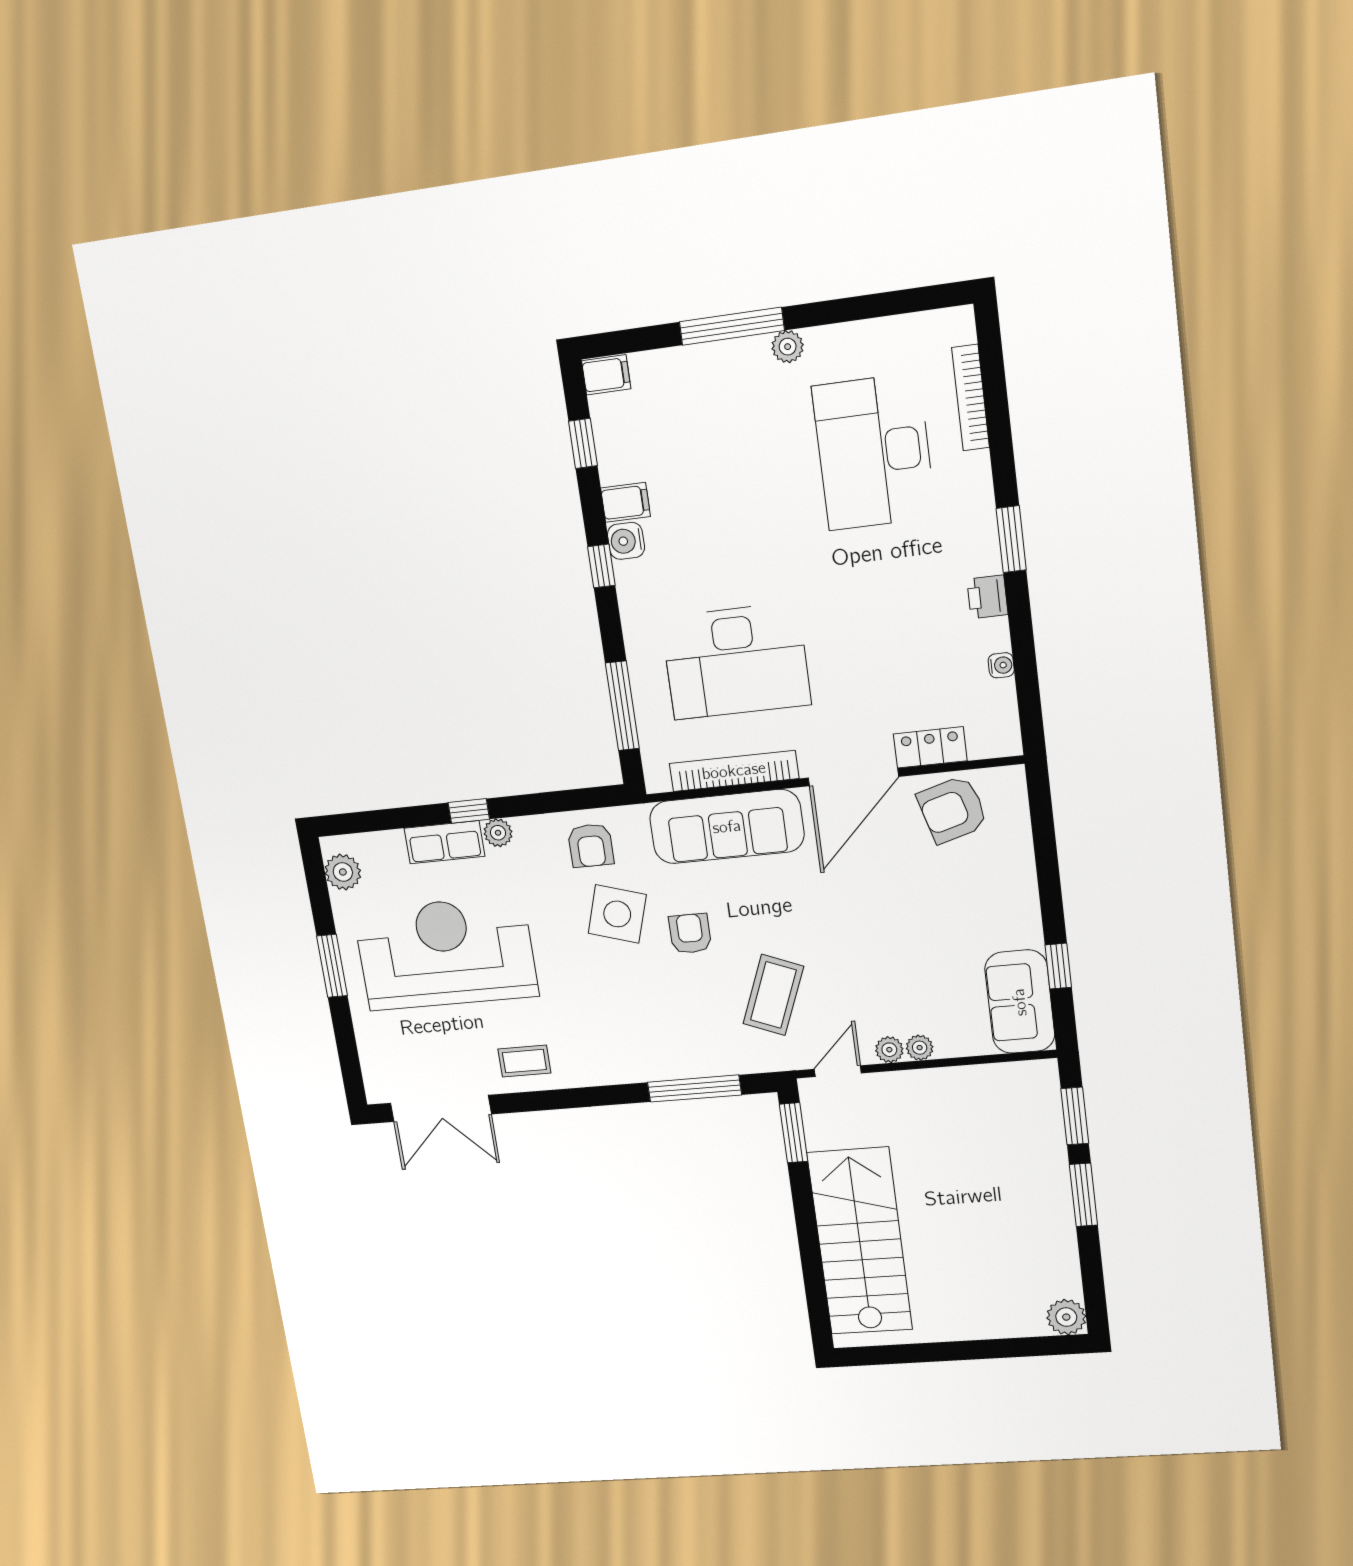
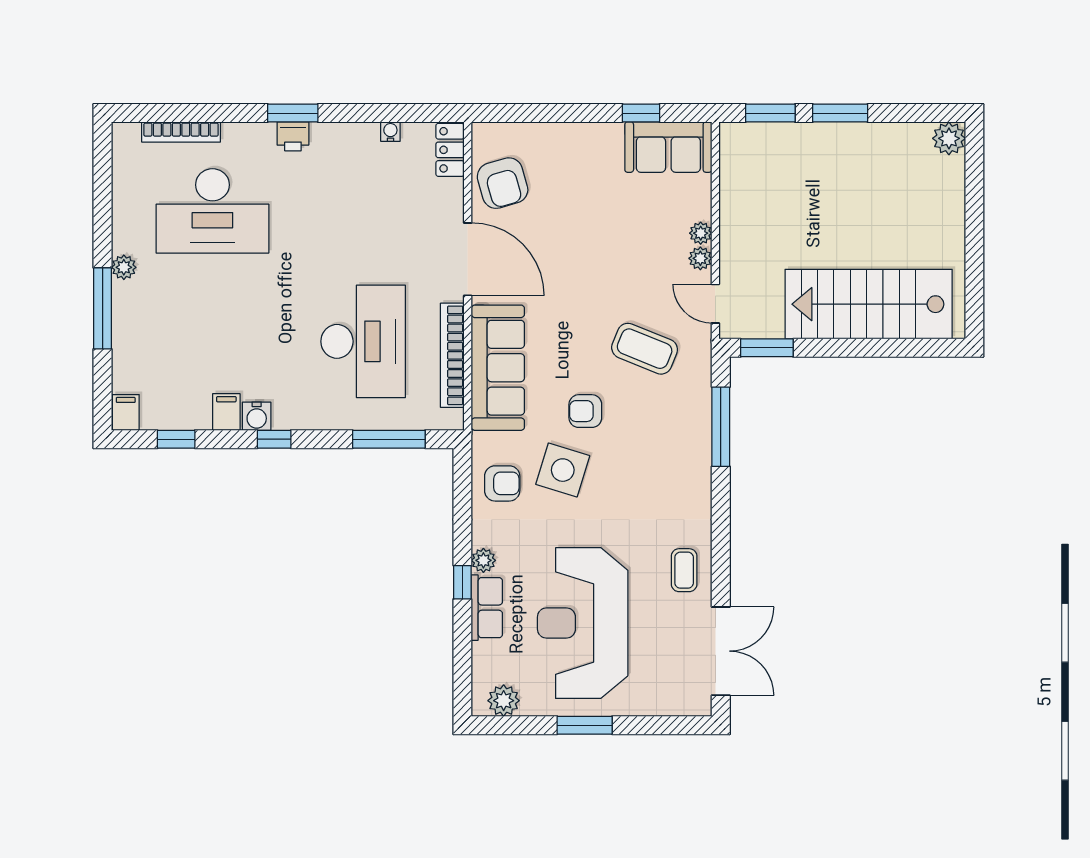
printer: (987, 597) -> (293, 136), moved
locker: (930, 747) -> (450, 150), moved

